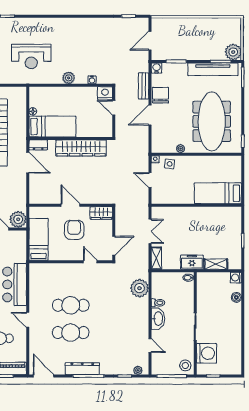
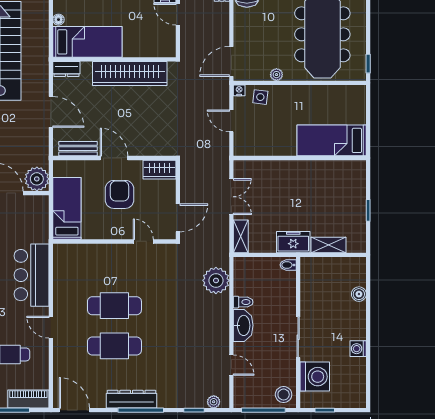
door: (150, 115) -> (231, 61), moved
door: (28, 163) -> (51, 112), moved
bench: (46, 199) -> (78, 149), added
washing machine: (236, 278) -> (358, 349), moved

